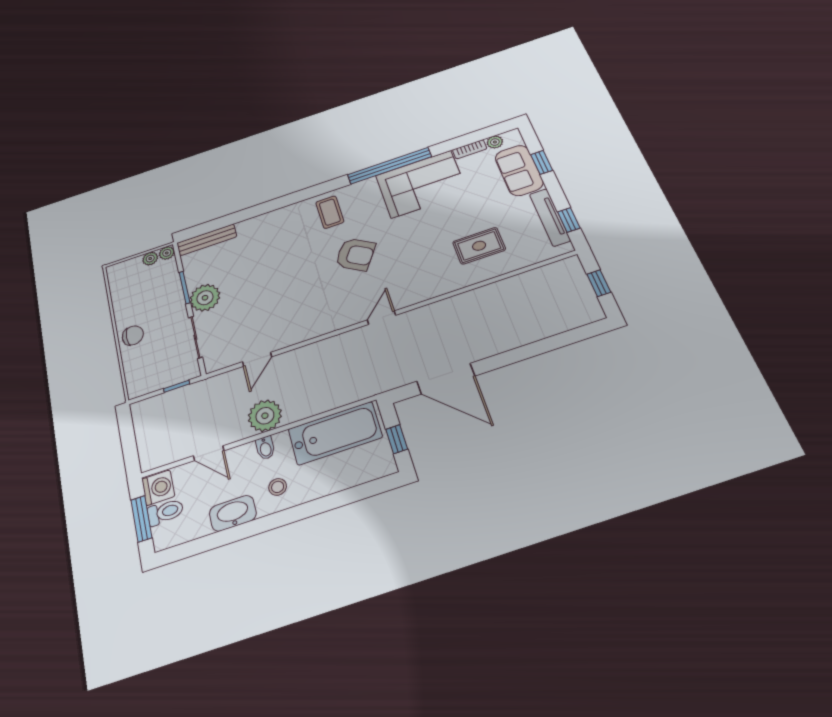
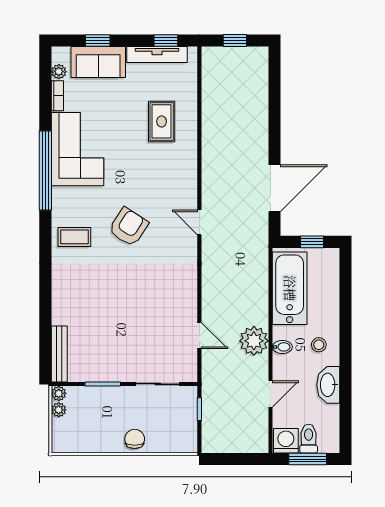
plant: (205, 298) -> (121, 368), removed

